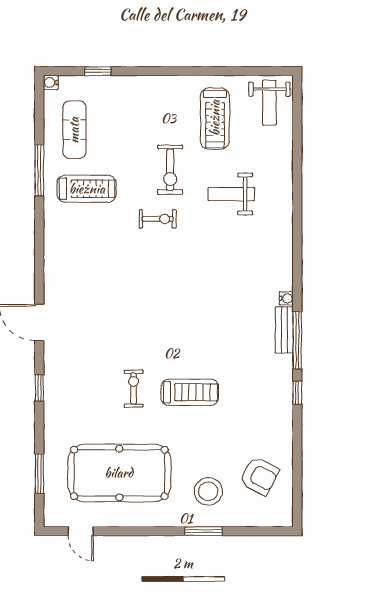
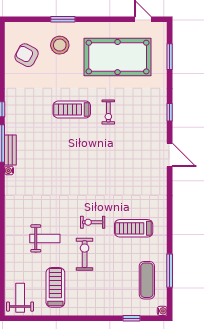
window: (39, 170) -> (170, 271), moved
treadmill: (87, 189) -> (134, 228), moved

